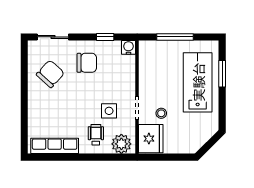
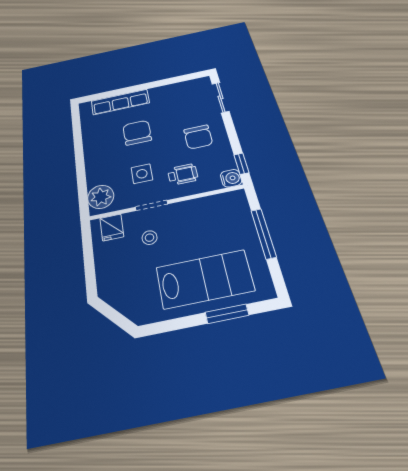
window: (105, 37) -> (241, 164), moved
chair: (50, 74) -> (137, 133), moved, turned -132
wheelchair: (96, 135) -> (183, 174), moved
fridge: (151, 139) -> (112, 227), width x0.53, depth x0.75
row of seats: (55, 146) -> (120, 102), moved, turned 90

